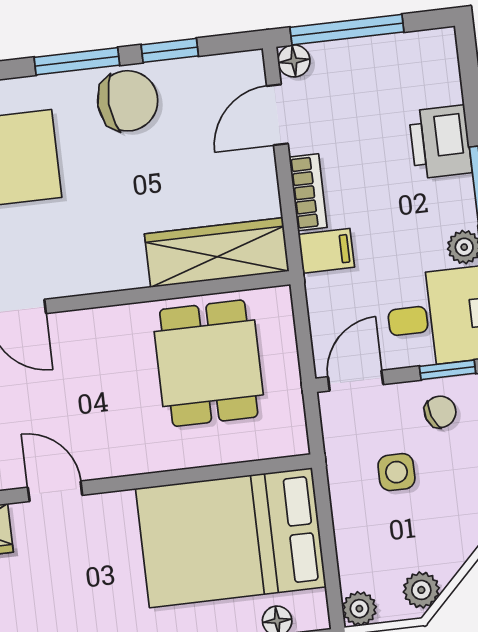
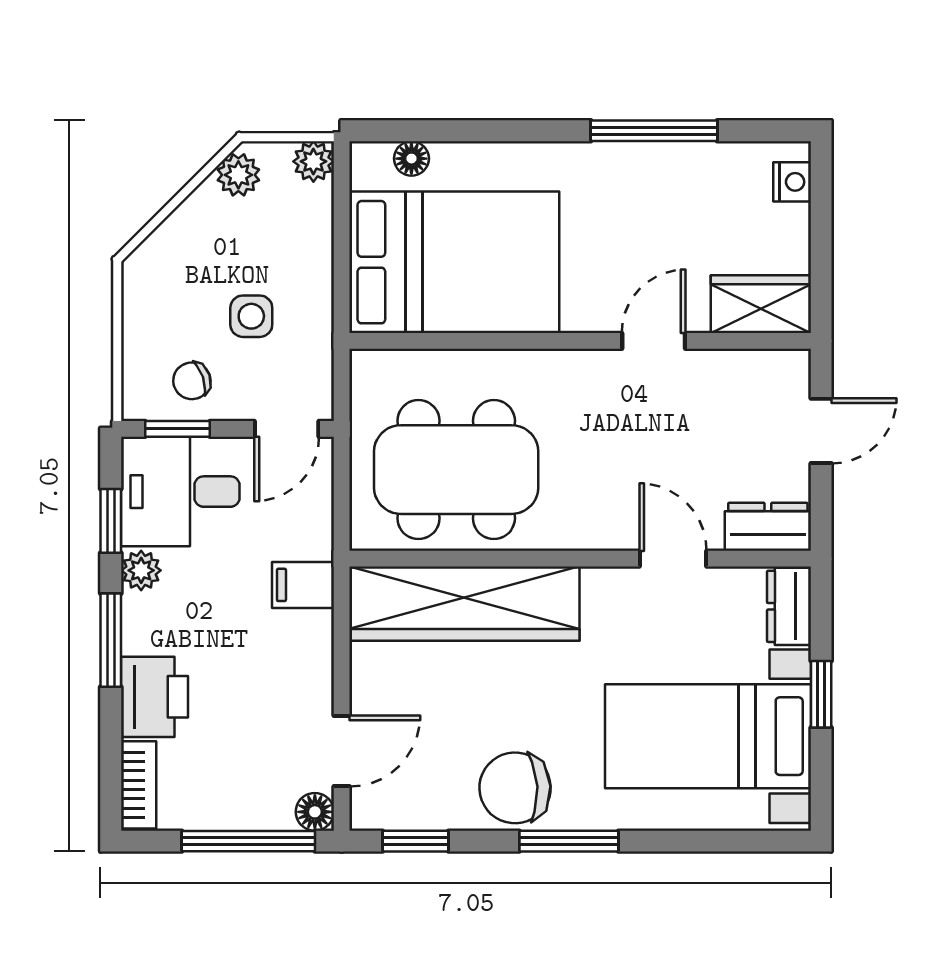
window: (170, 50) -> (416, 841), moved
bookcase: (308, 192) -> (139, 785), moved, turned 180
wardrobe: (217, 252) -> (464, 604), width x1.40, depth x1.17
dining table: (209, 363) -> (456, 470), width x1.38
door: (55, 491) -> (654, 341), swing flipped

